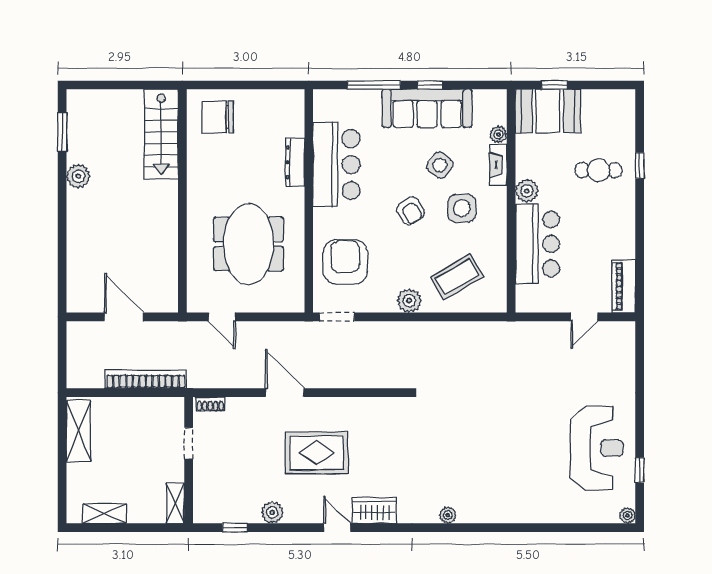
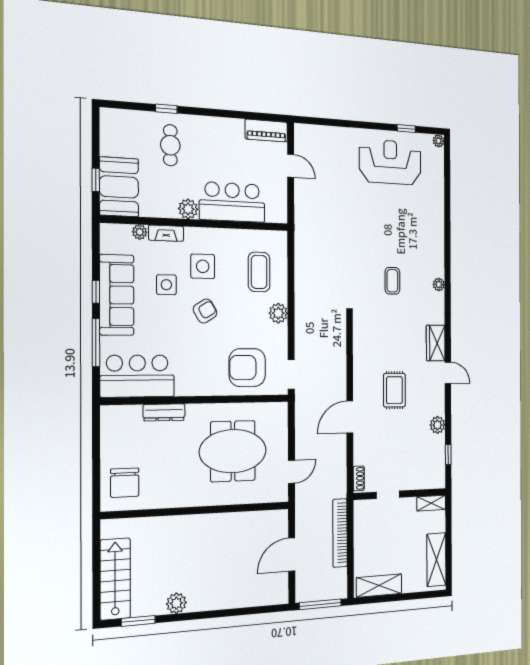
stairs: (161, 134) -> (115, 579), moved, turned -90
bar counter: (336, 165) -> (137, 376), moved
side table: (440, 165) -> (166, 285), turned -38
coffee table: (457, 277) -> (259, 272), turned 30
window: (62, 353) -> (320, 604), added
coffee table: (451, 451) -> (392, 281), added
rug: (316, 453) -> (394, 390), width x0.73, depth x0.70
shelving: (105, 513) -> (436, 560), width x1.50, depth x1.33
door: (337, 528) -> (448, 373), swing flipped

